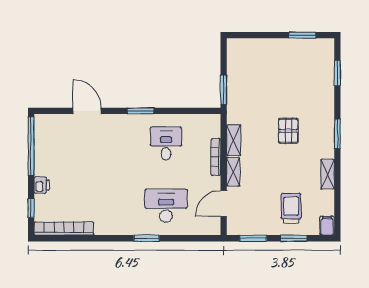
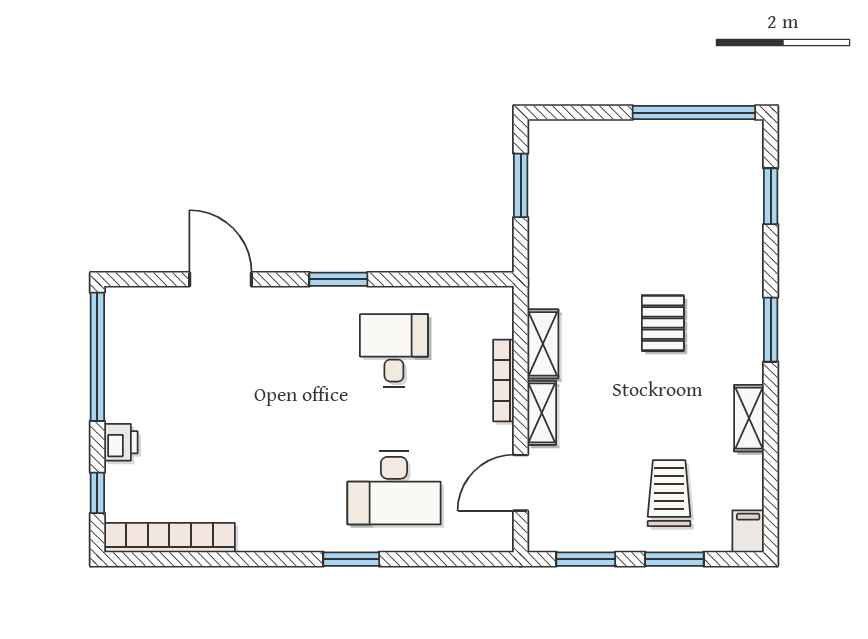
window: (302, 35) -> (694, 113), width x2.11
window: (224, 90) -> (521, 185), moved
desk: (166, 206) -> (394, 488), turned 180

